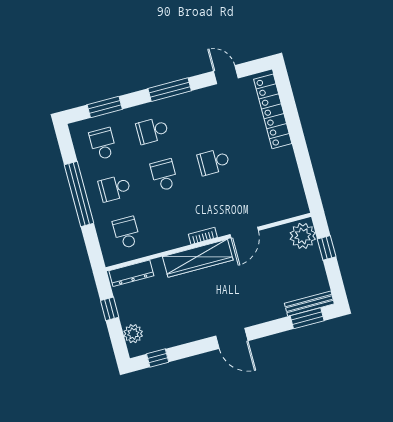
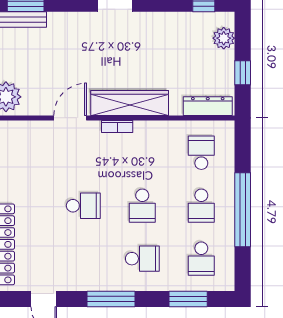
school desk: (115, 188) -> (201, 206), turned 90
school desk: (126, 233) -> (201, 153), turned 180

